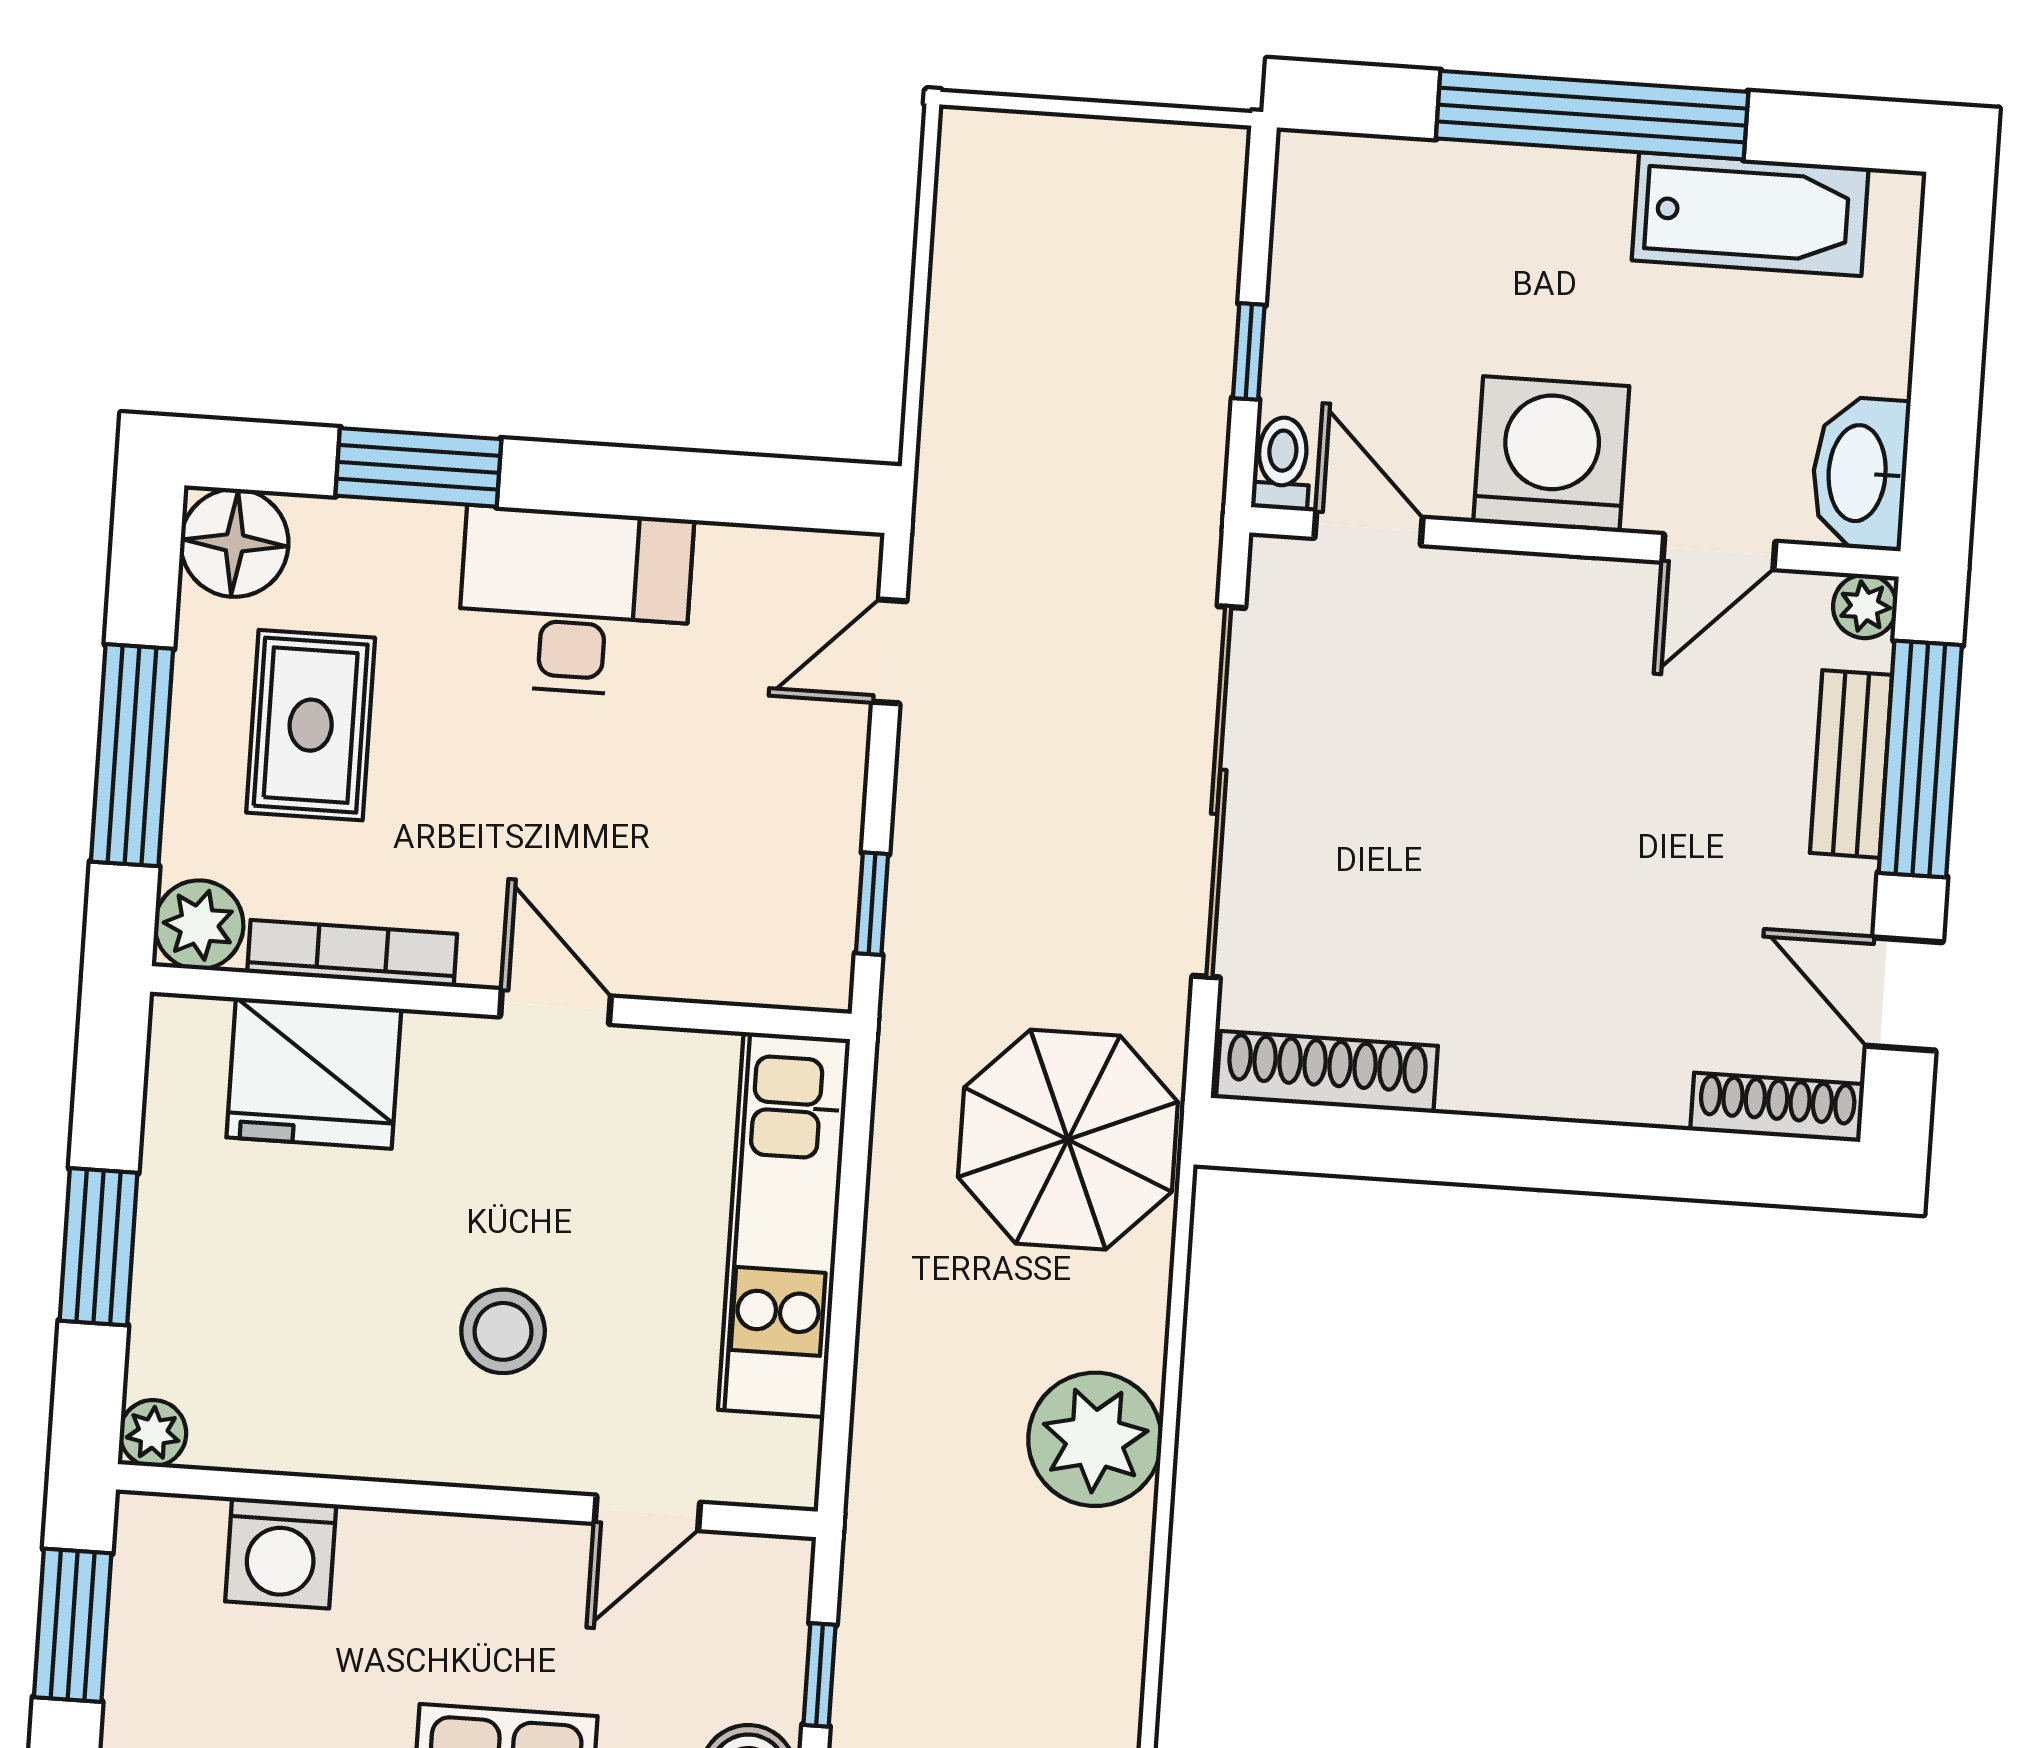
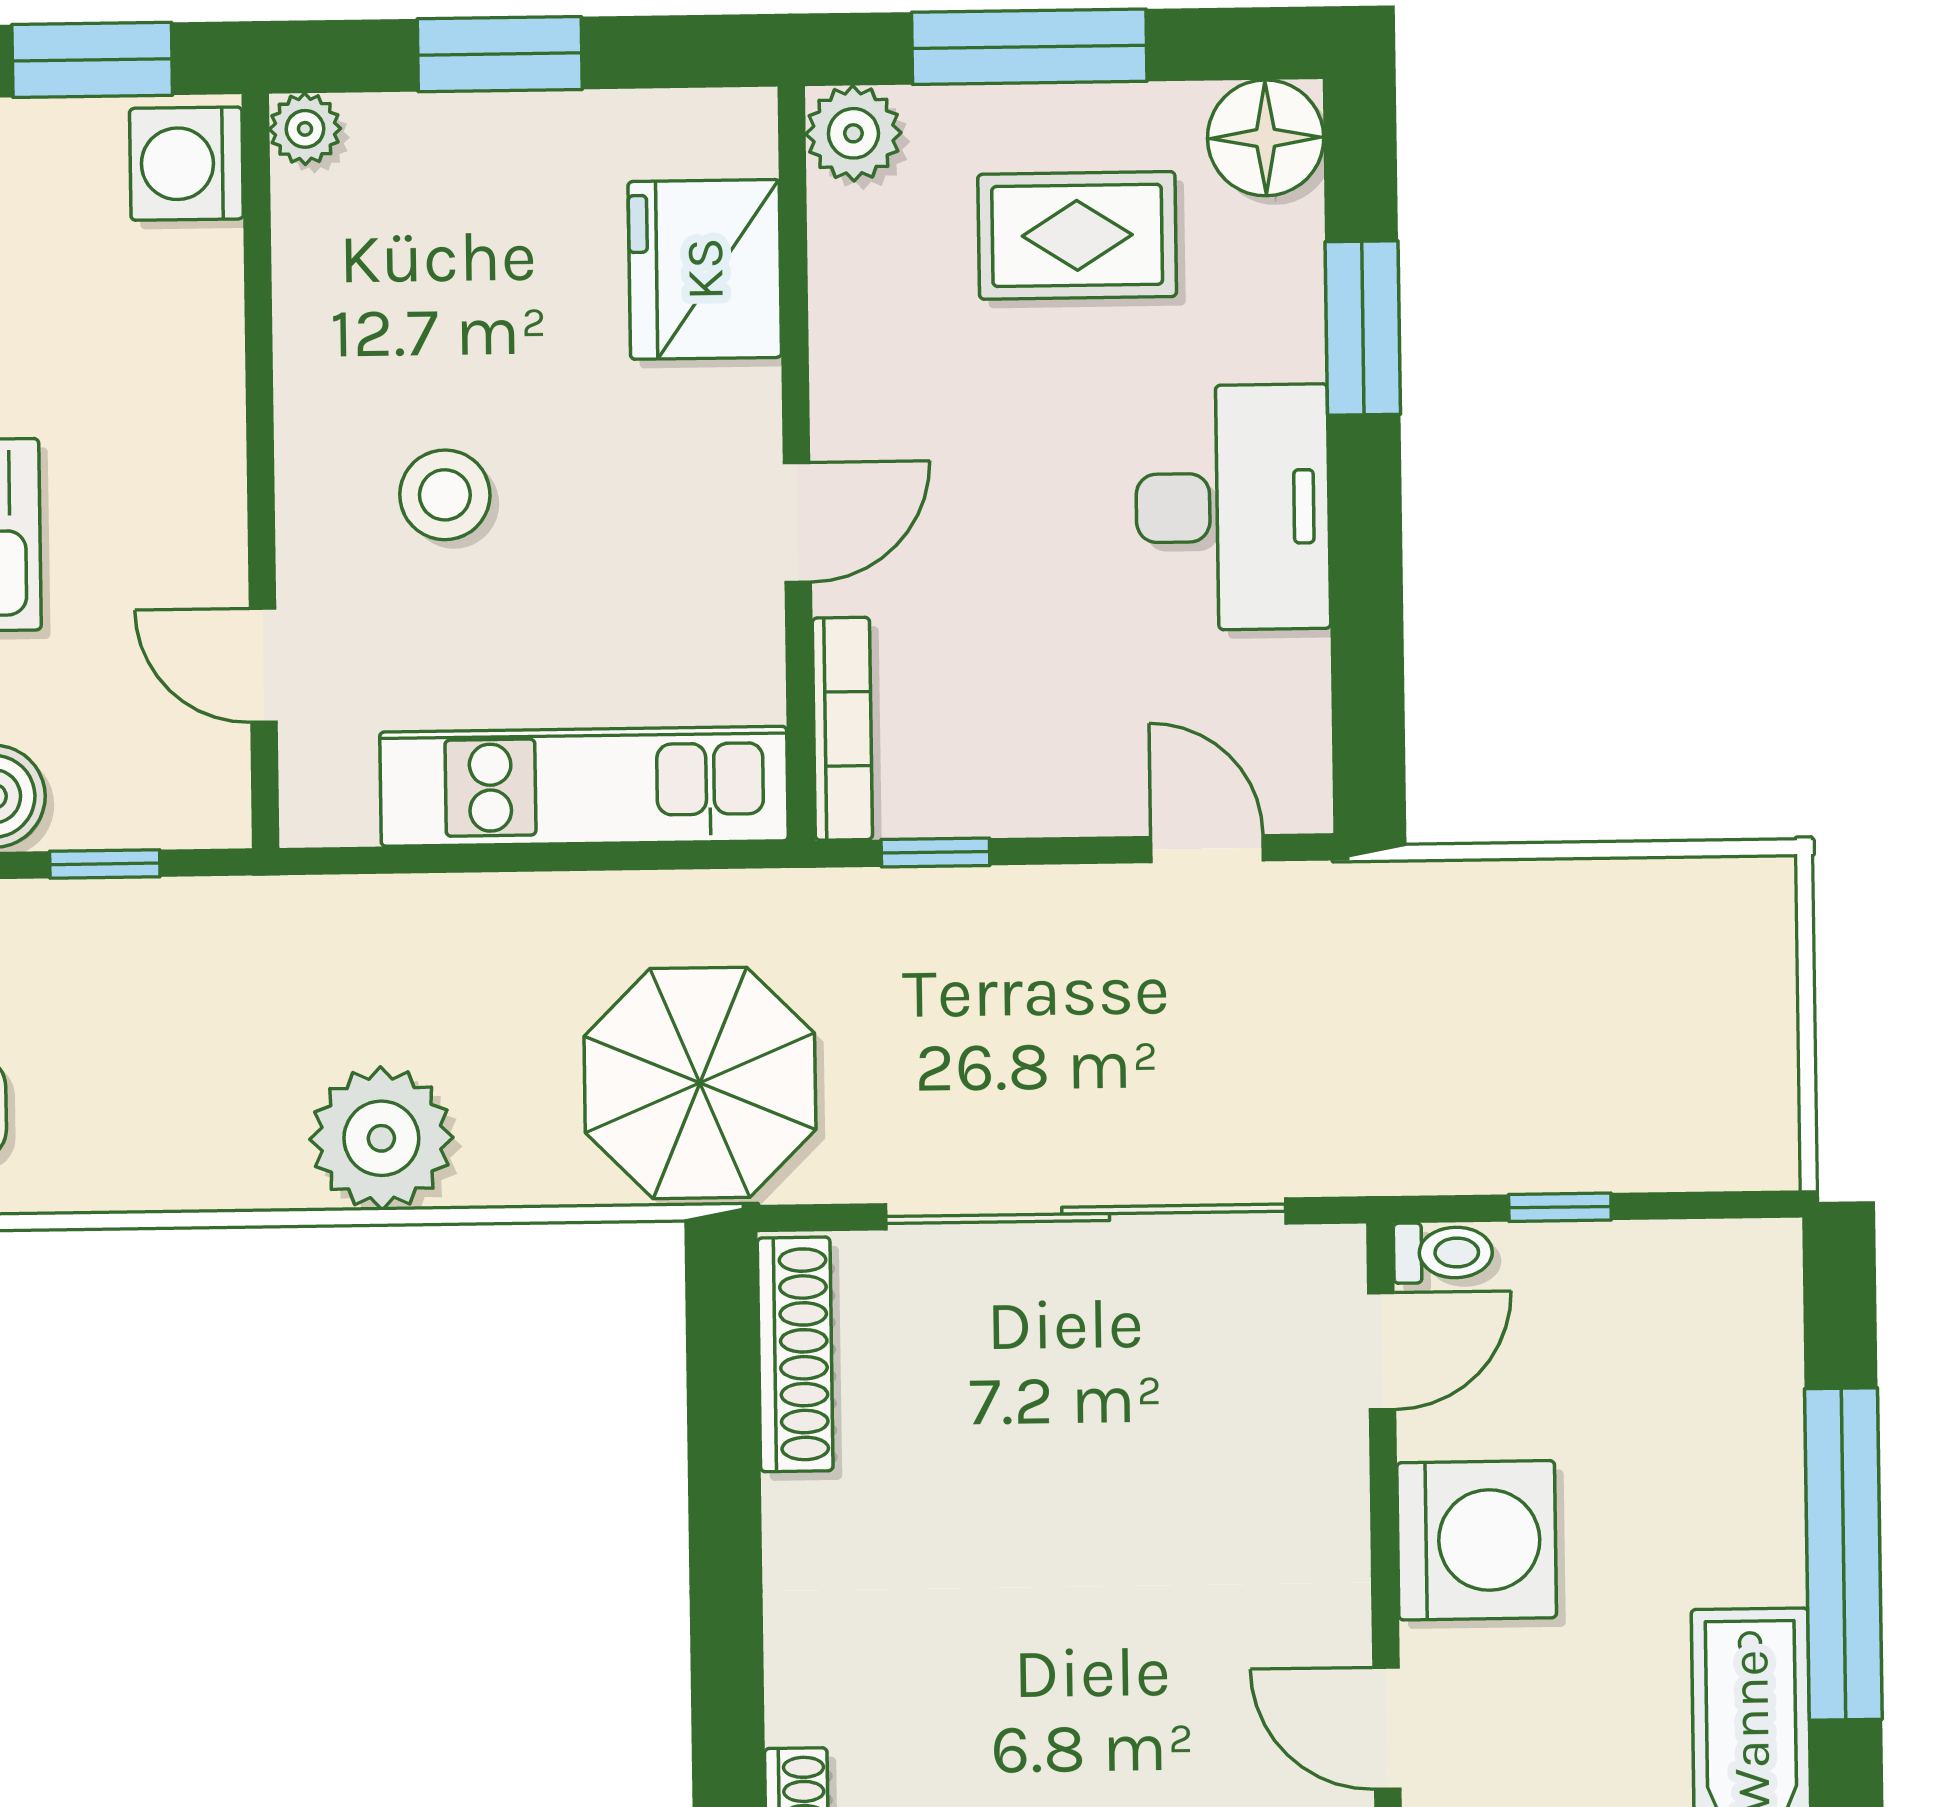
bookcase: (352, 953) -> (842, 729), moved
washing machine: (281, 1553) -> (186, 164), moved

